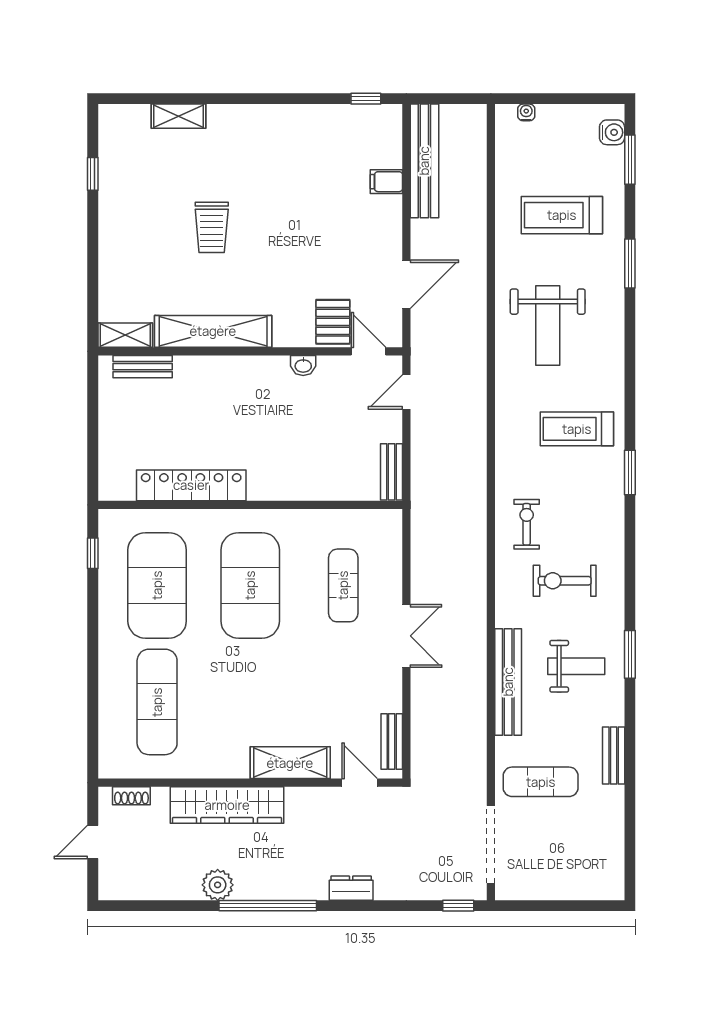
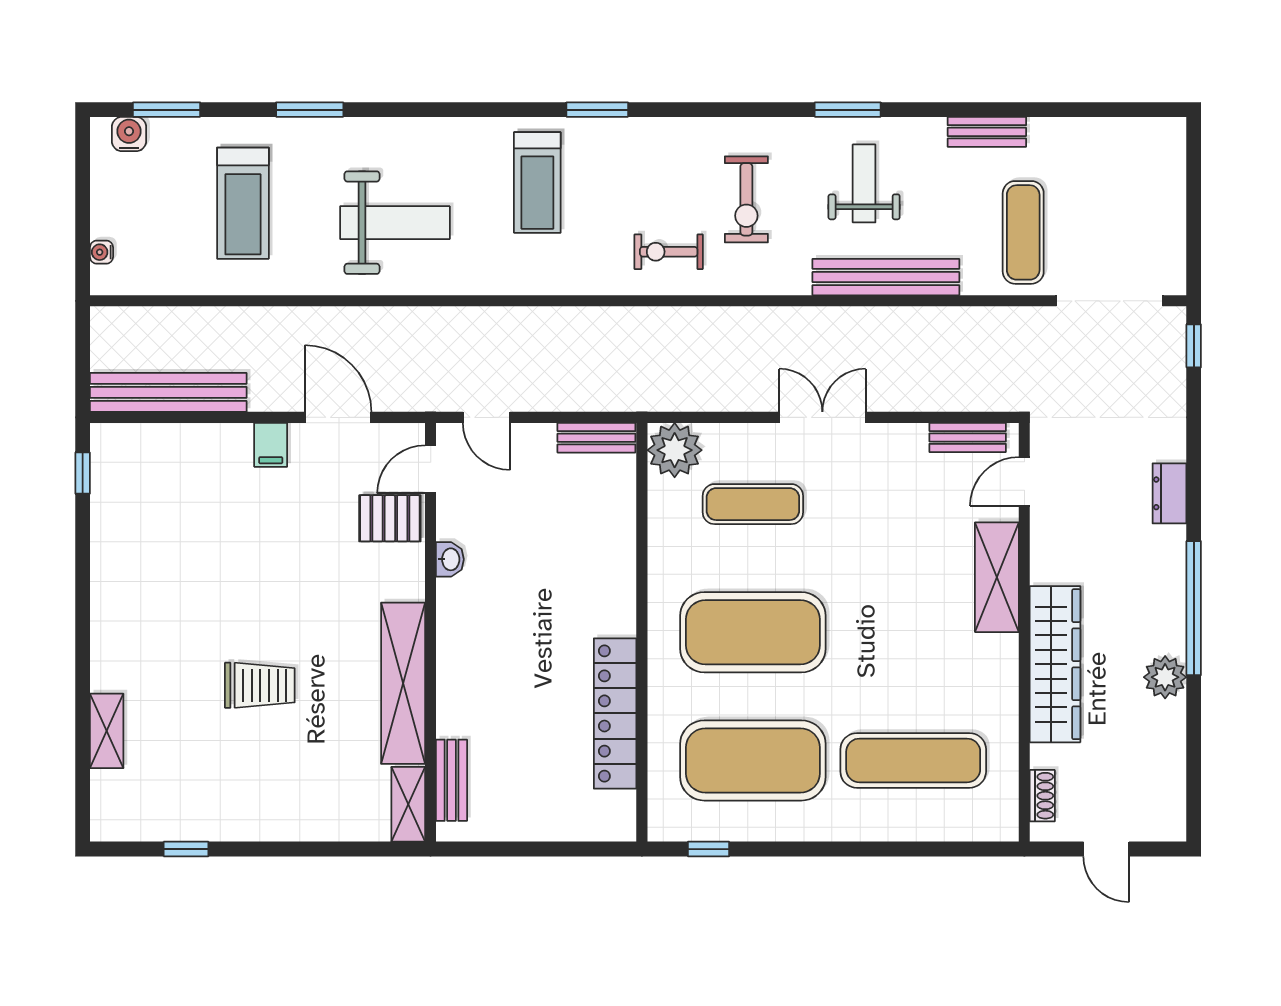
filing cabinet: (386, 182) -> (271, 445), moved
plant: (382, 529) -> (675, 450), added

